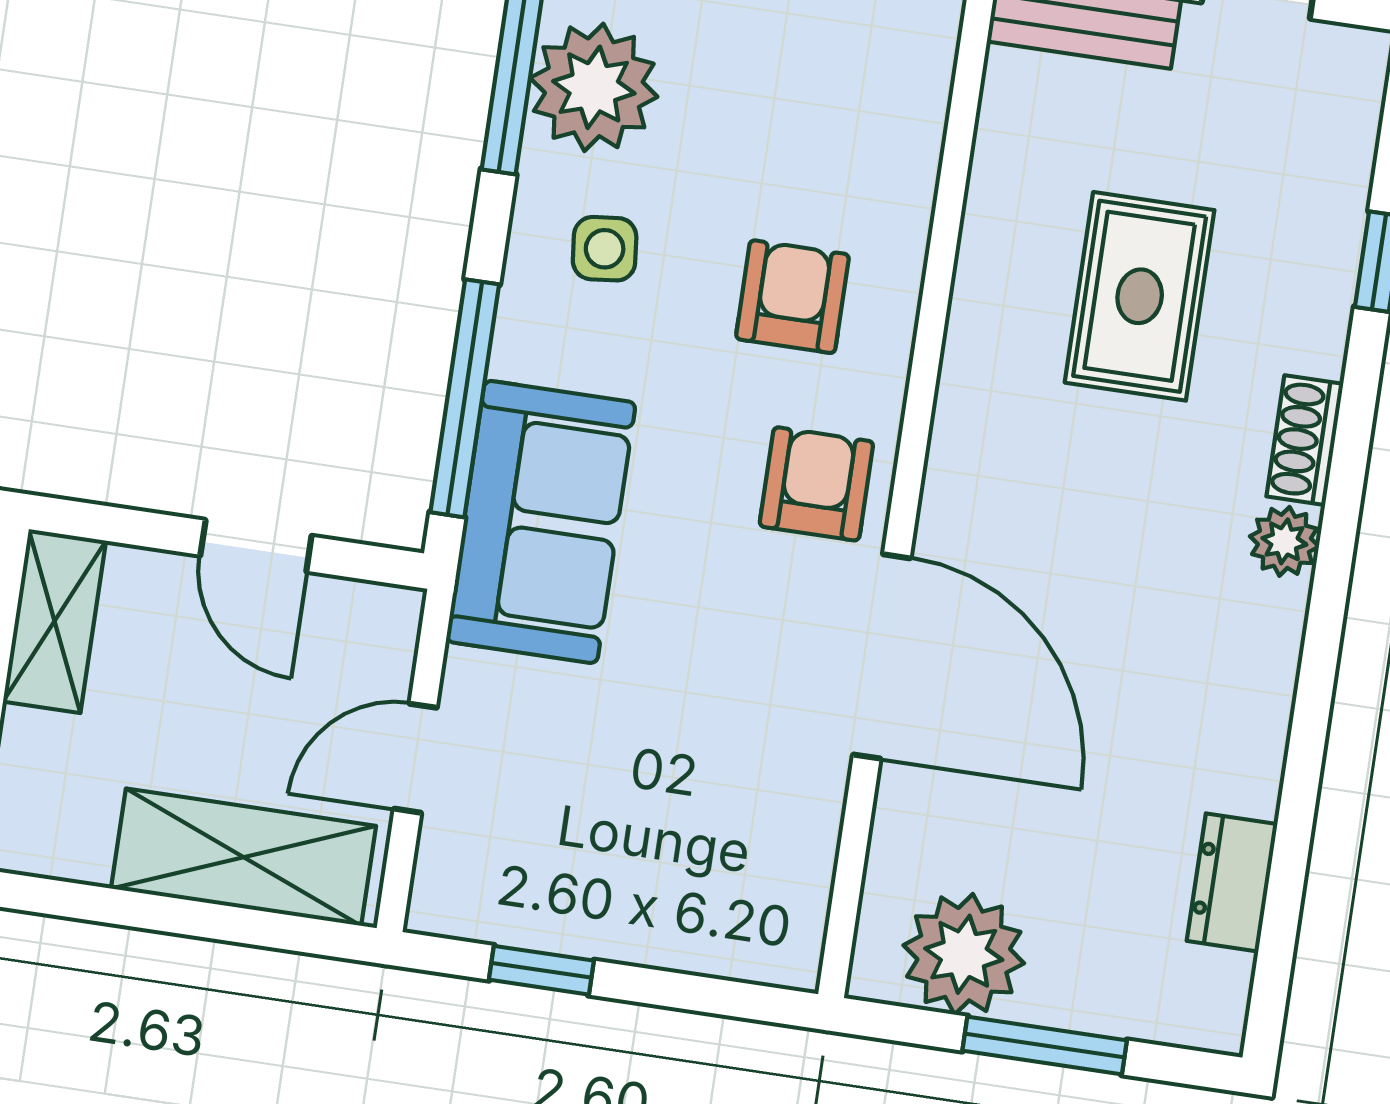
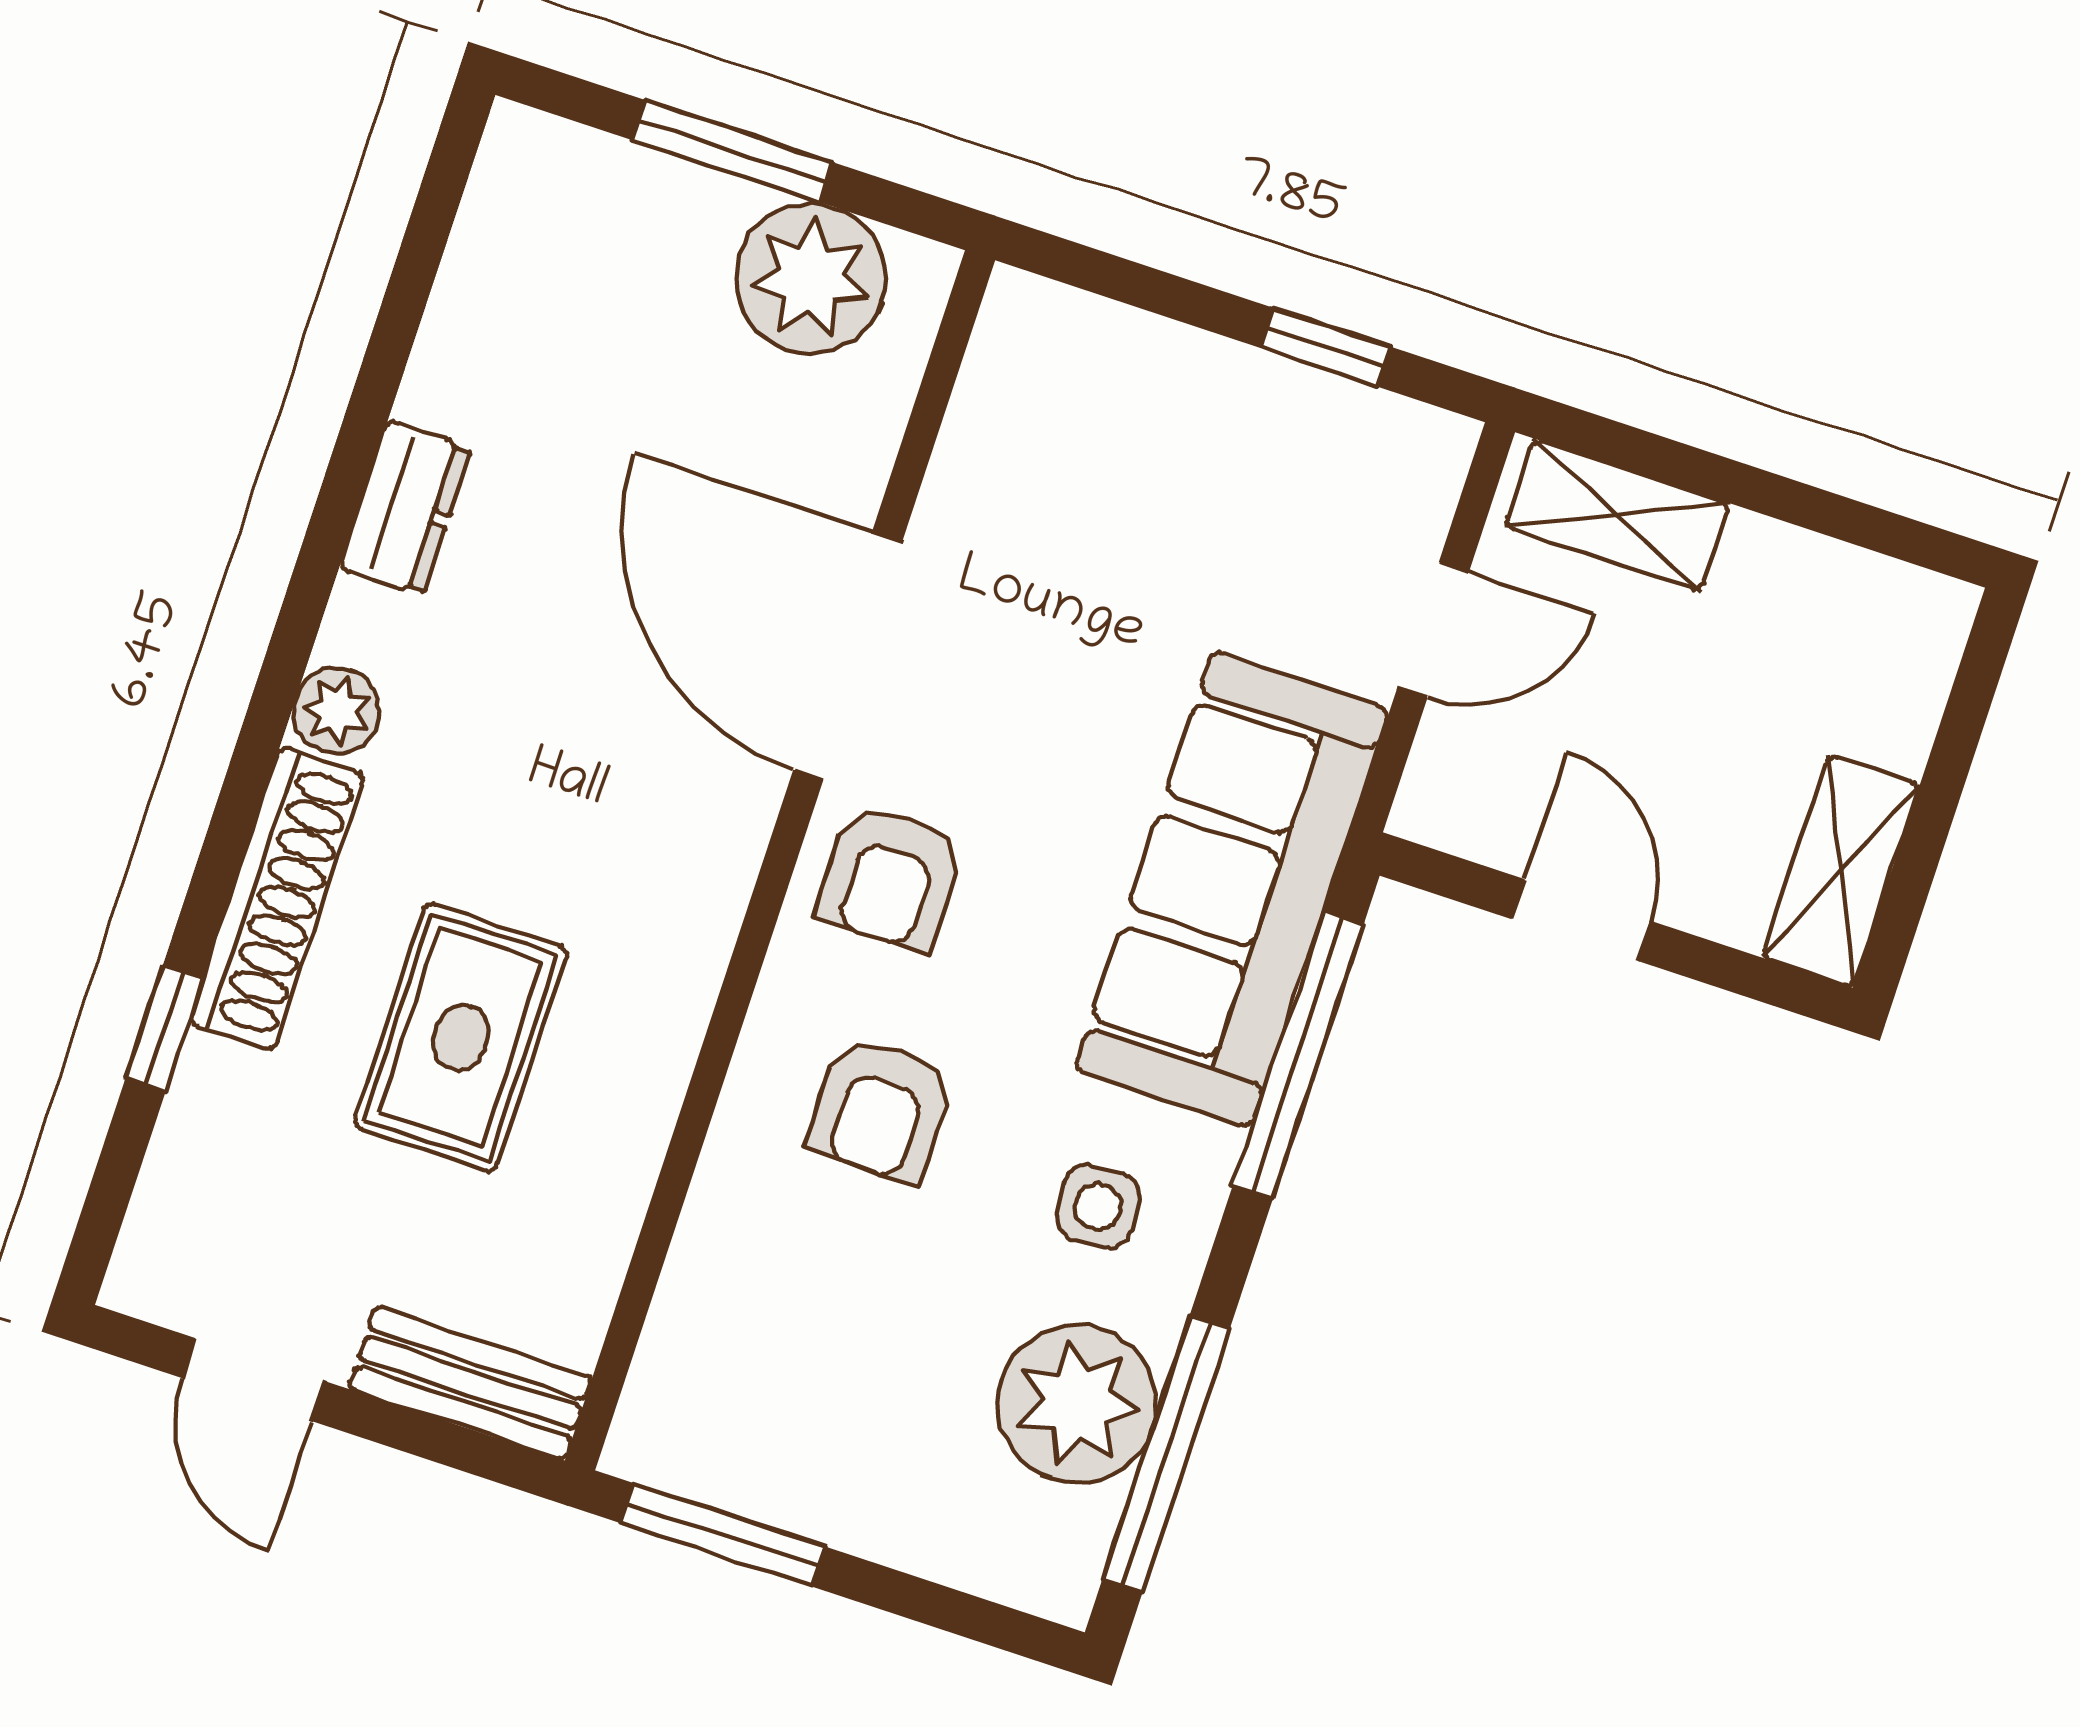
shoe rack: (1305, 440) -> (277, 899), width x1.94, depth x1.24
sofa: (541, 522) -> (1232, 889), width x1.36
shelving: (243, 857) -> (1617, 515), width x0.67, depth x0.75
dresser: (1232, 882) -> (405, 508), moved

